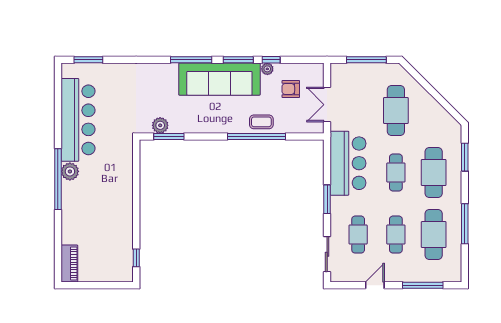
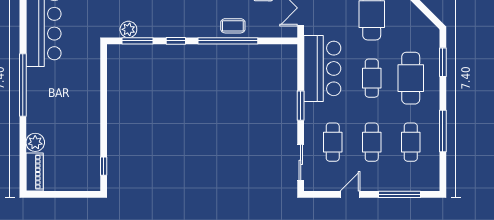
window: (206, 137) -> (176, 41), added
plant: (70, 171) -> (35, 142), moved
cafe table: (434, 235) -> (411, 142), width x0.73, depth x0.74

